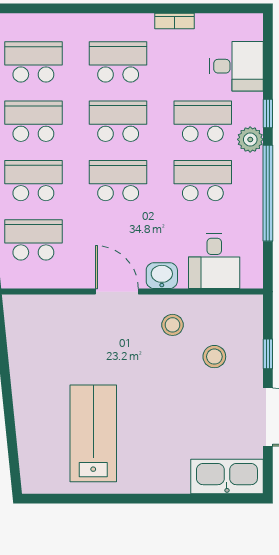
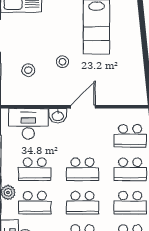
desk: (214, 261) -> (28, 124), width x1.37
door: (117, 292) -> (83, 107), swing flipped
stool: (173, 325) -> (62, 62), moved

